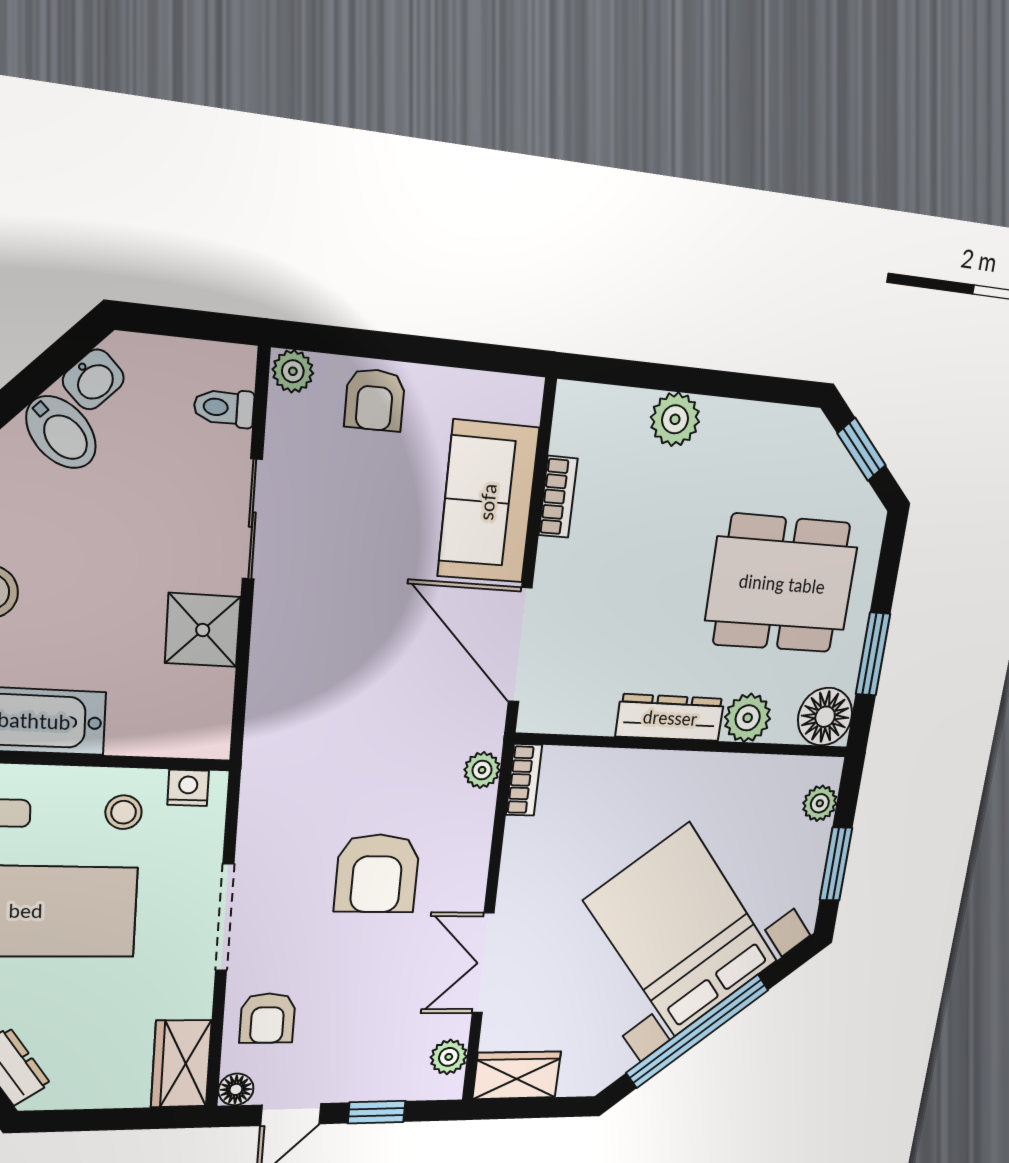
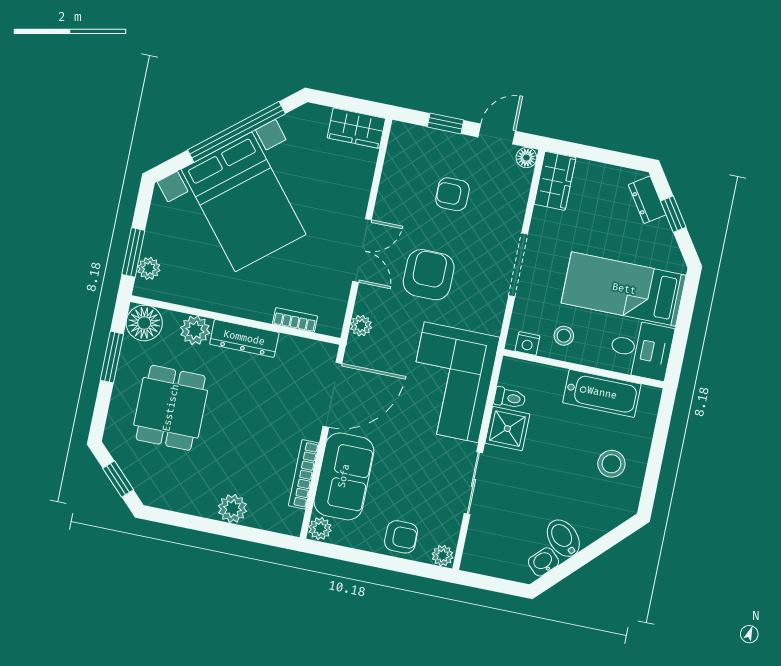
armchair: (375, 400) -> (401, 537), turned 90
toilet: (224, 408) -> (510, 398), moved
bookcase: (558, 497) -> (304, 474), width x1.56
dining table: (782, 584) -> (171, 408), width x0.73
door: (520, 645) -> (332, 395), hinge flipped
corner sofa: (316, 698) -> (451, 382), added
bookcase: (524, 780) -> (295, 320), moved, turned 90
window: (836, 864) -> (133, 252), moved
double door: (483, 963) -> (362, 250), moved
armchair: (267, 1018) -> (452, 194), moved, turned -90
plant: (449, 1057) -> (320, 529), moved

